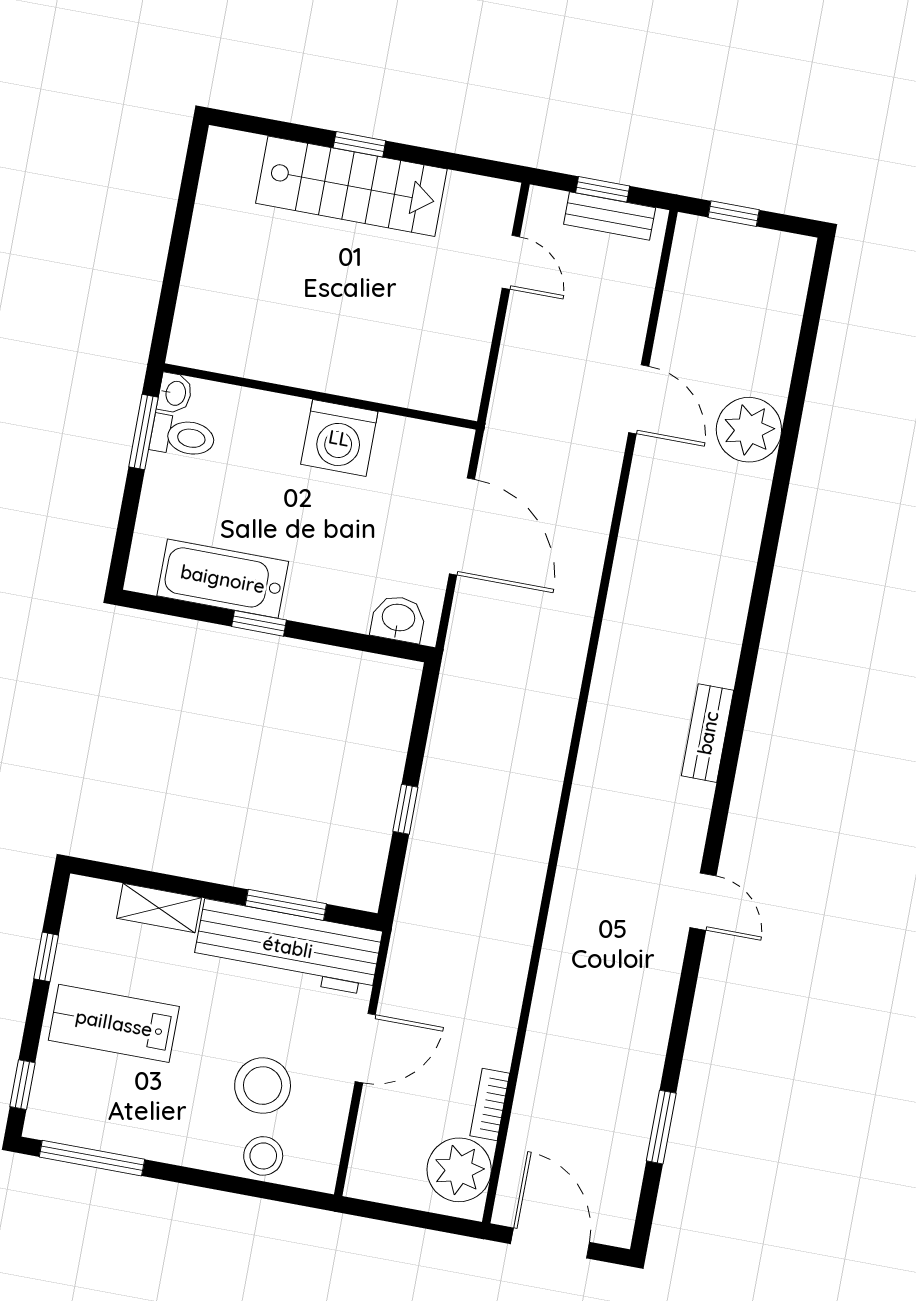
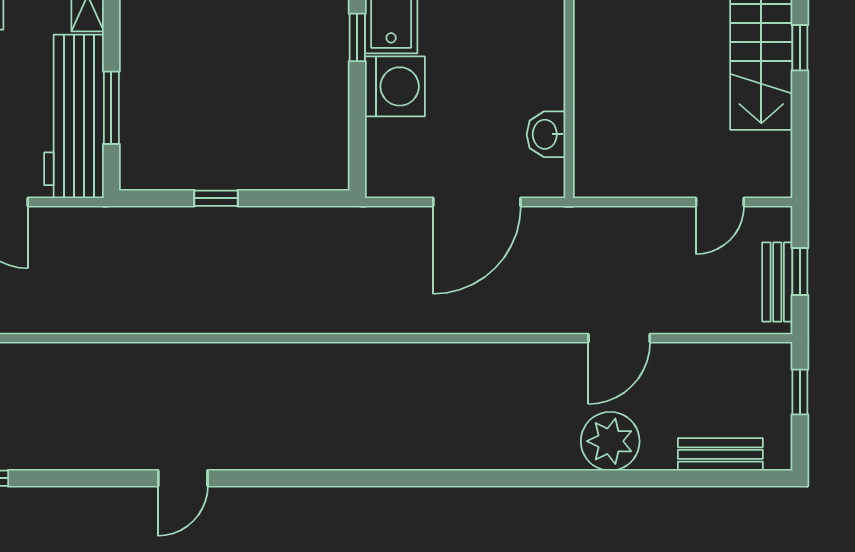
washing machine: (339, 438) -> (395, 86), moved, turned 180
washbasin: (398, 619) -> (546, 134), moved, turned 180
bench: (708, 733) -> (720, 454), moved

